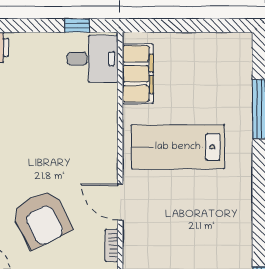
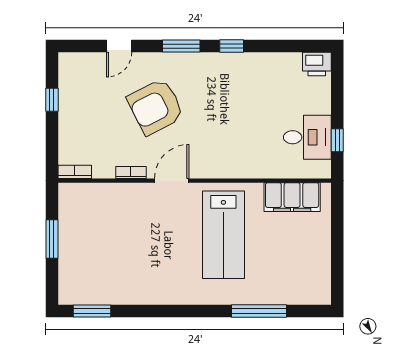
desk: (93, 59) -> (307, 137), moved, turned -90
lab bench: (178, 147) -> (223, 235), turned 180

